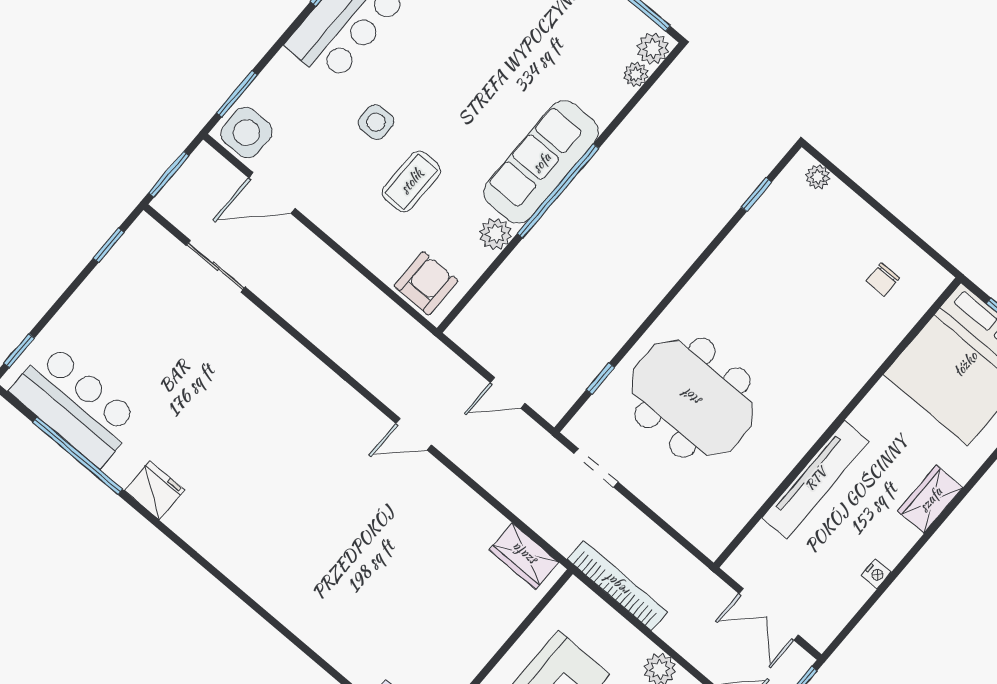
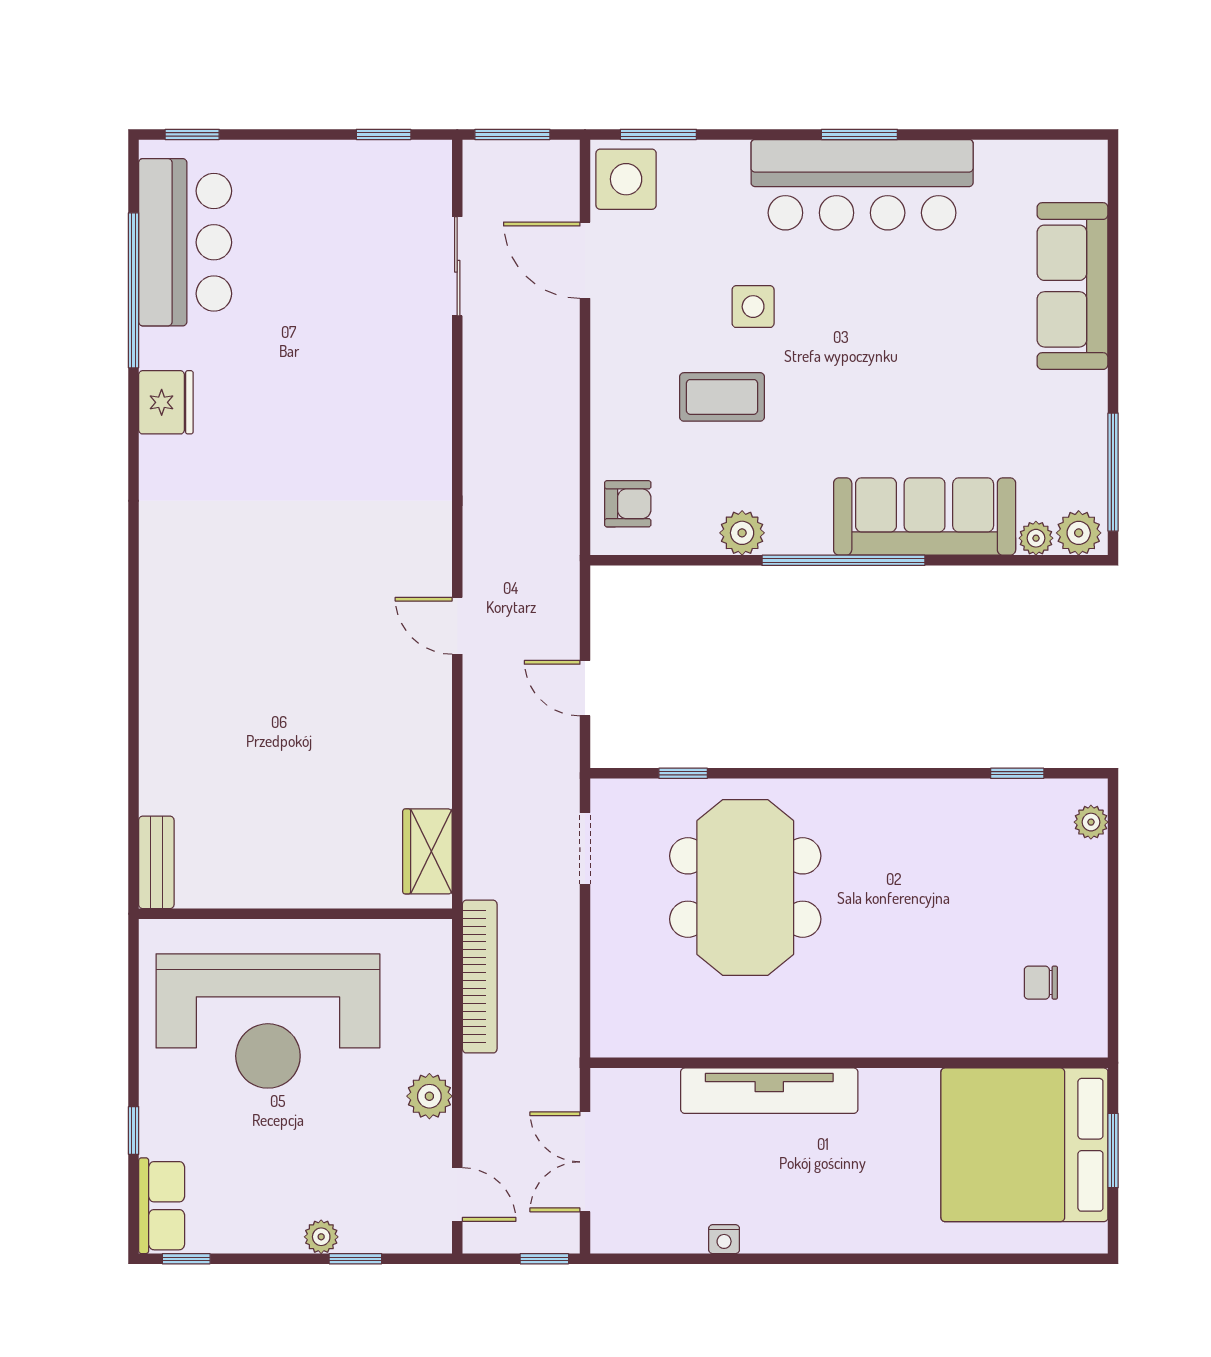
sofa: (541, 162) -> (925, 517), moved
armchair: (426, 283) -> (628, 504), width x0.72, depth x0.72
wardrobe: (930, 499) -> (851, 1229), removed

